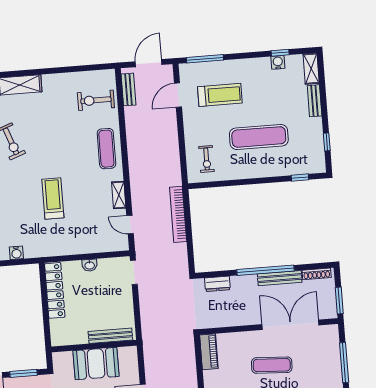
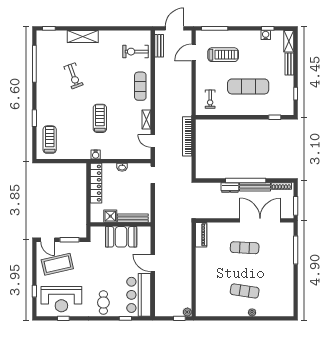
water cooler: (16, 253) -> (96, 155), moved
dresser: (217, 284) -> (230, 187), moved
shower: (78, 335) -> (110, 216), added

